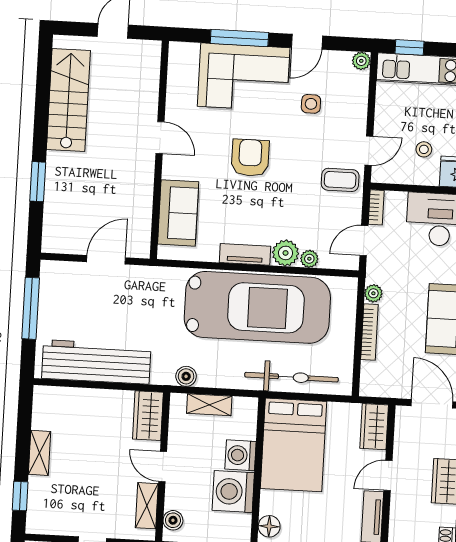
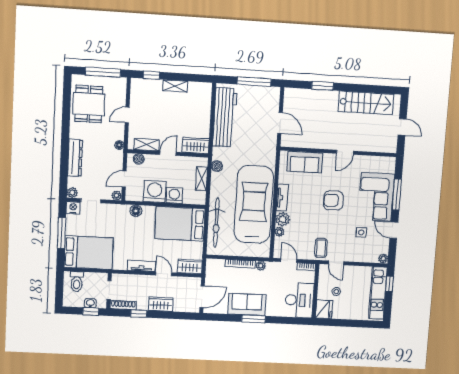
armchair: (250, 158) -> (333, 200), turned 180
car: (257, 307) -> (254, 204), turned 180

